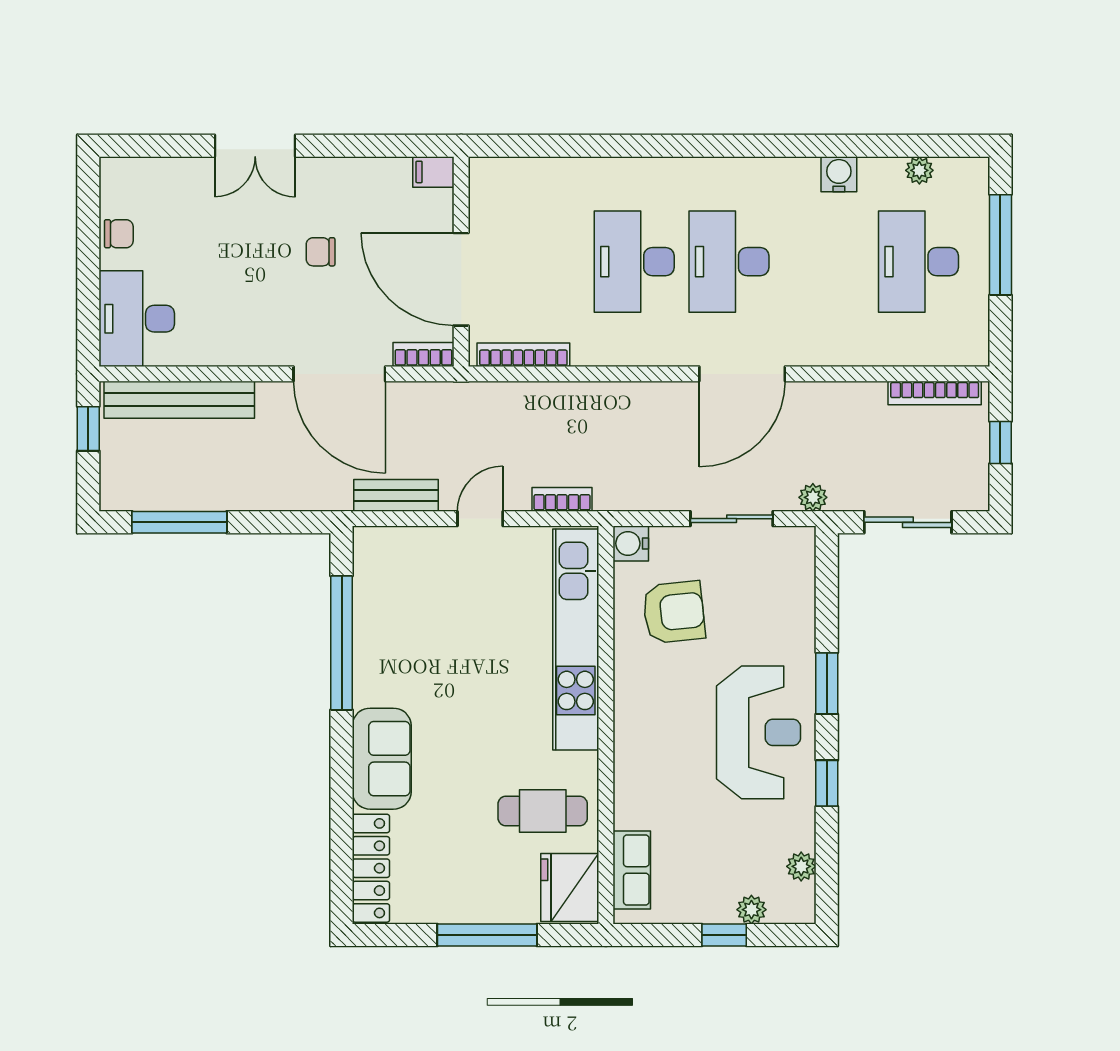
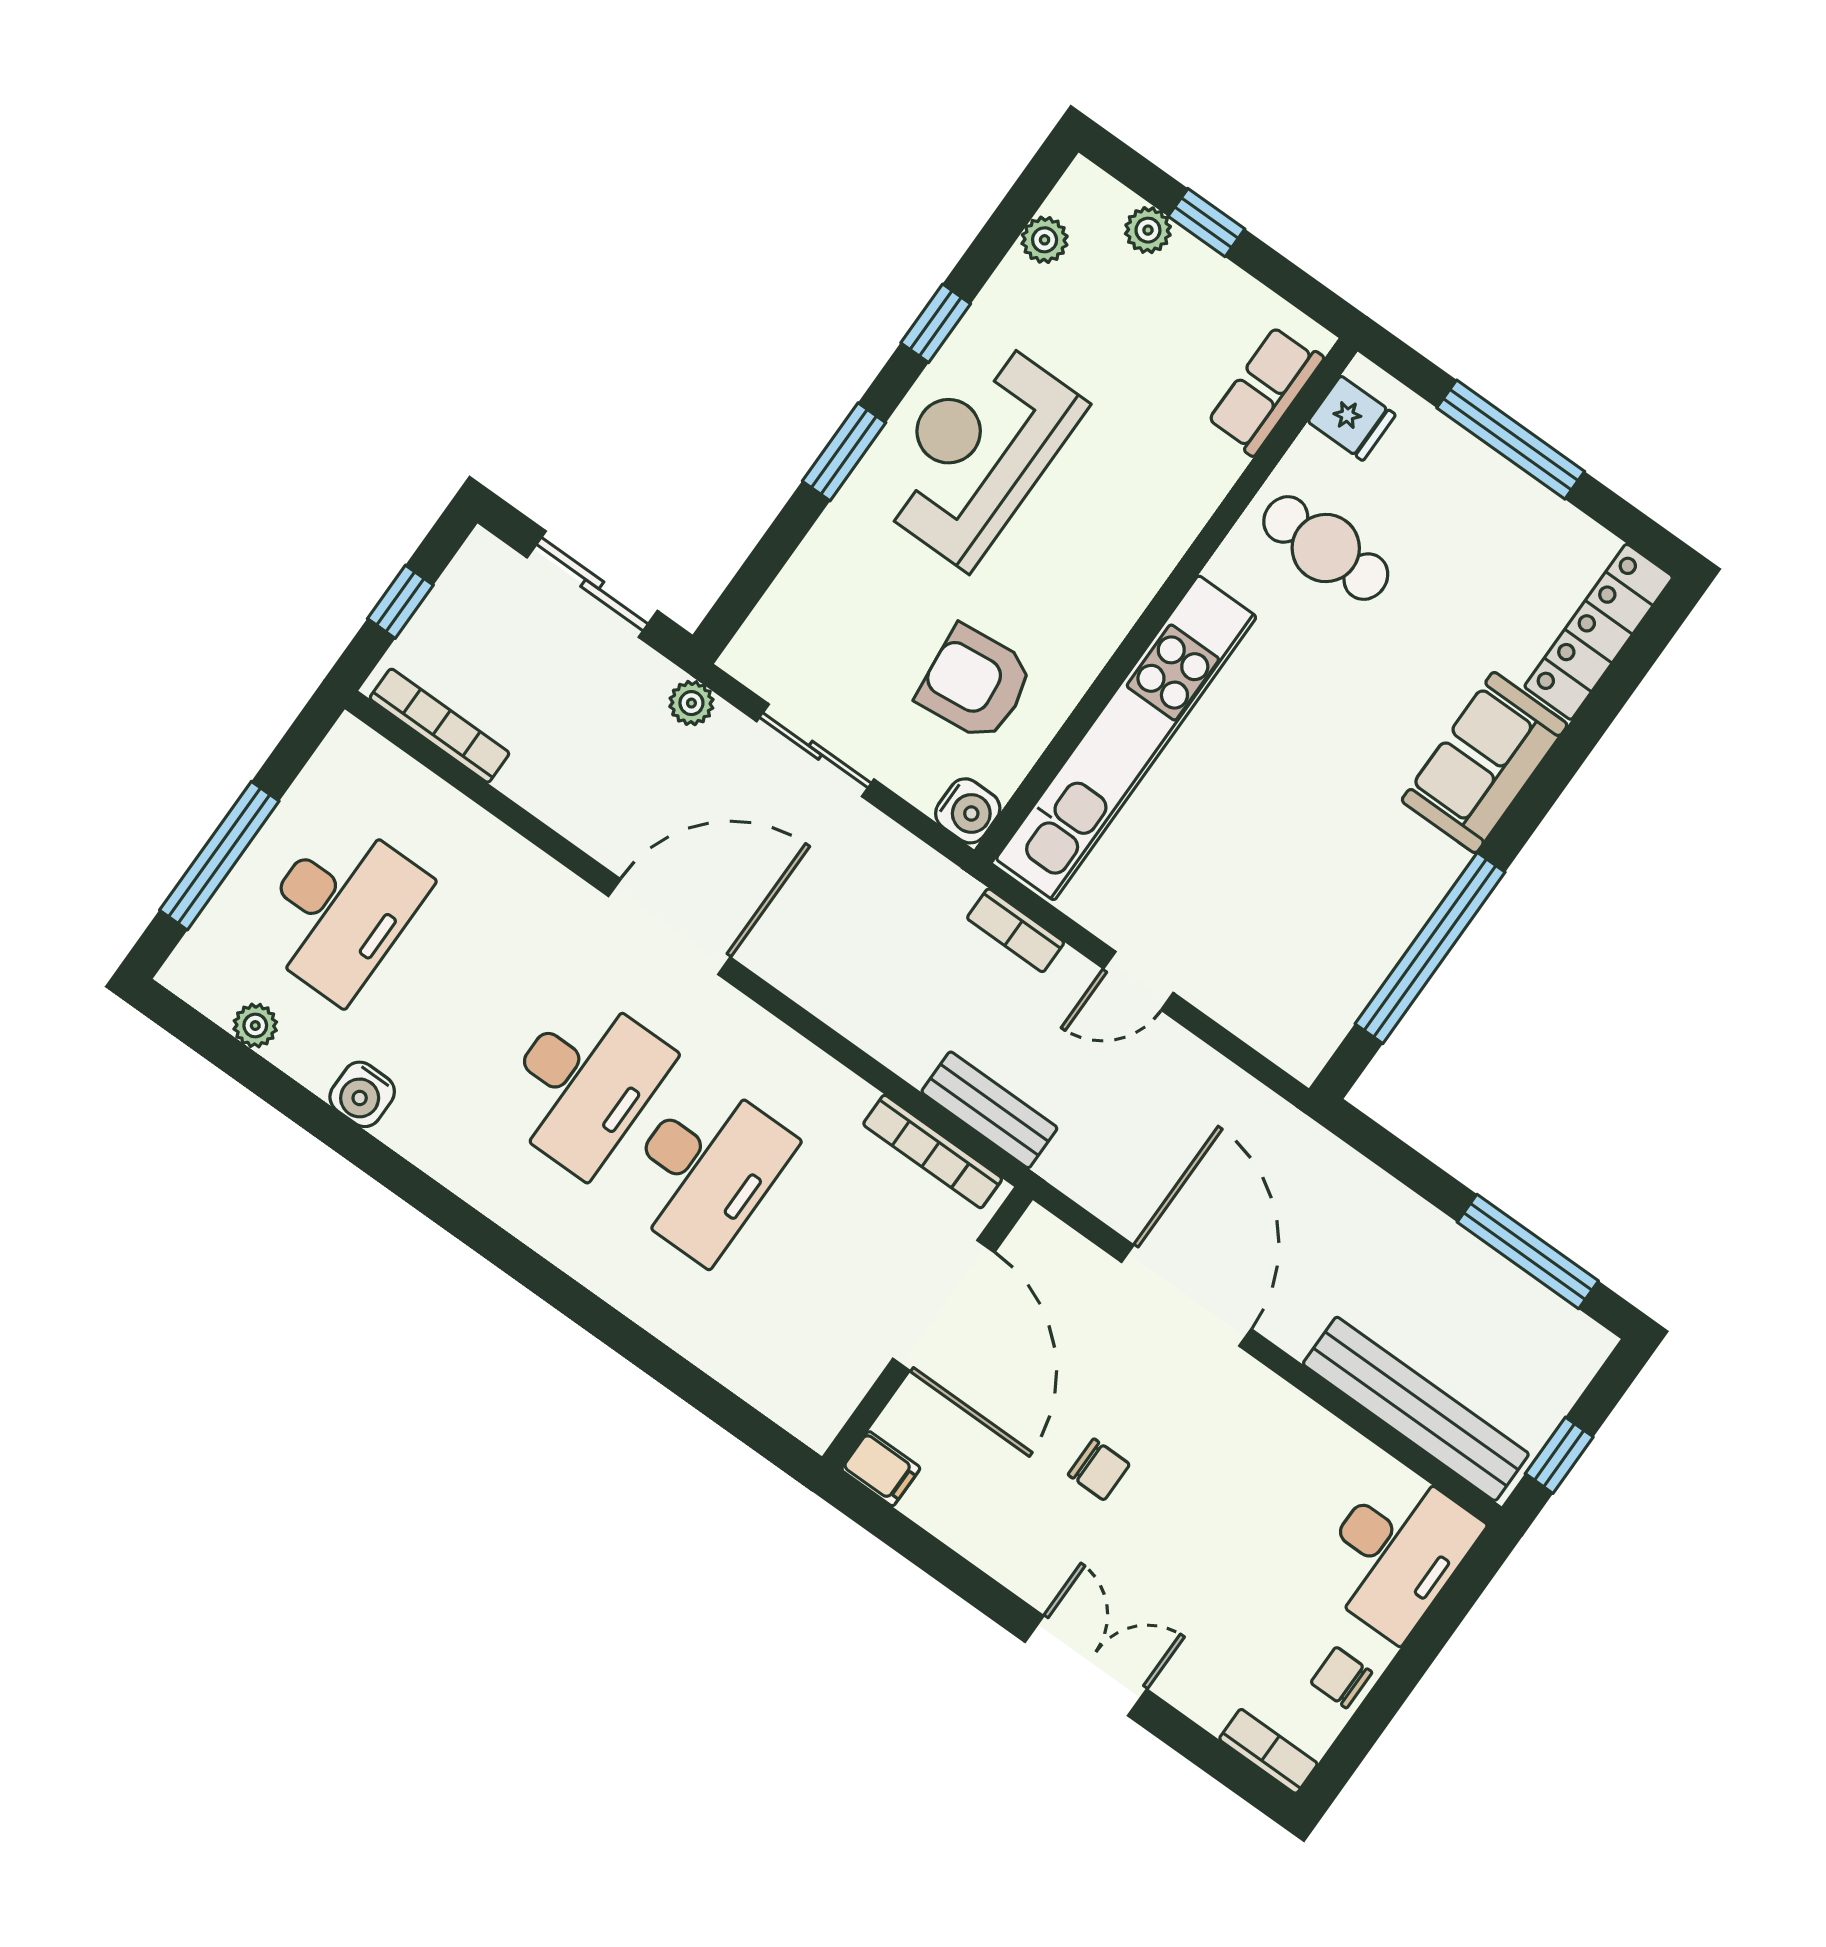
bookcase: (424, 354) -> (1268, 1751), moved, turned 180
bench: (396, 495) -> (989, 1110), moved
fridge: (570, 888) -> (1352, 418), width x0.53, depth x0.75

